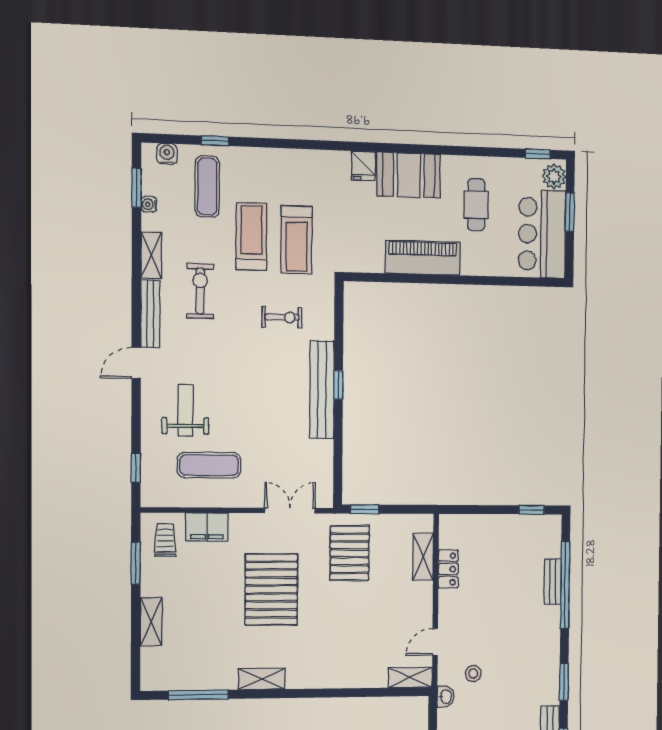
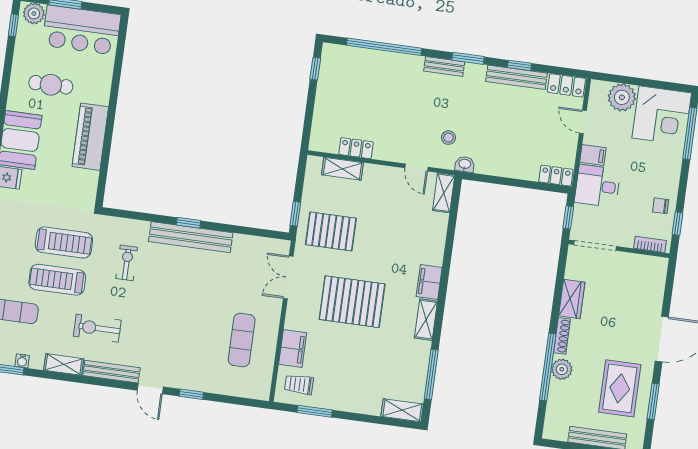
weight bench: (185, 410) -> (194, 353), removed
window: (136, 468) -> (191, 394), moved
bench: (553, 582) -> (444, 66), moved
shelving: (151, 622) -> (402, 410), moved
filing cabinet: (306, 676) -> (429, 282), added

